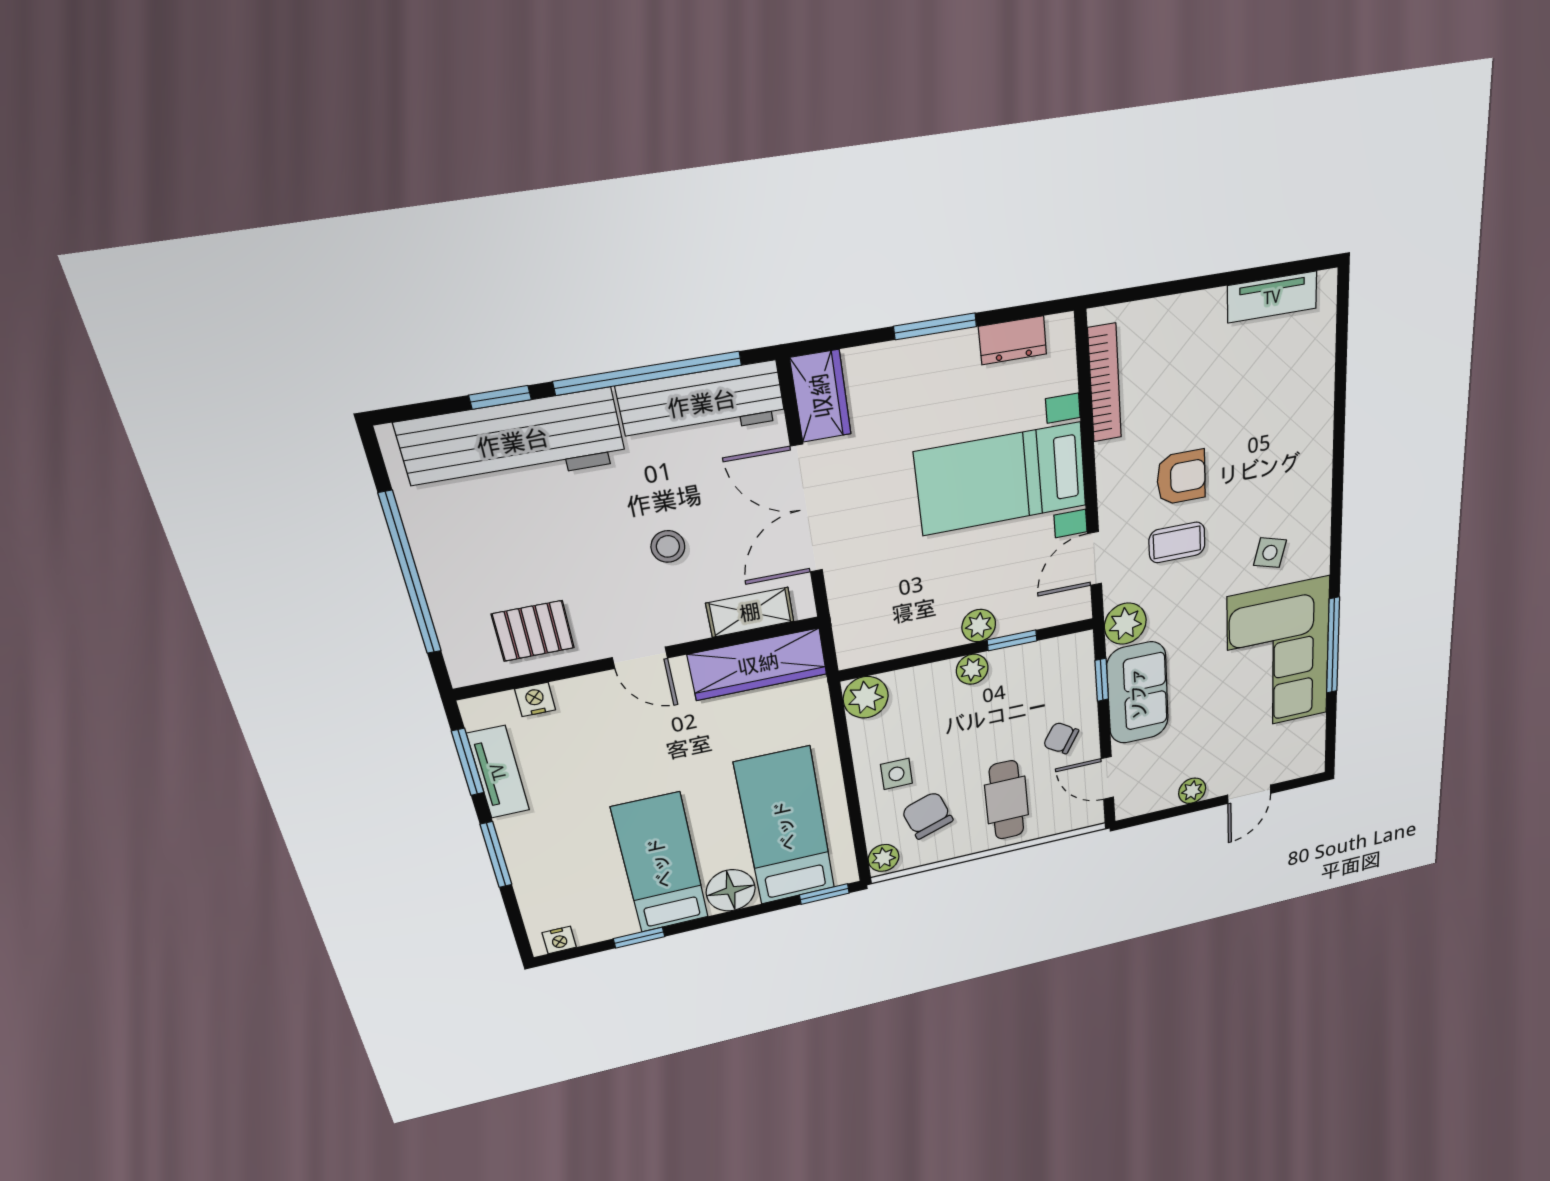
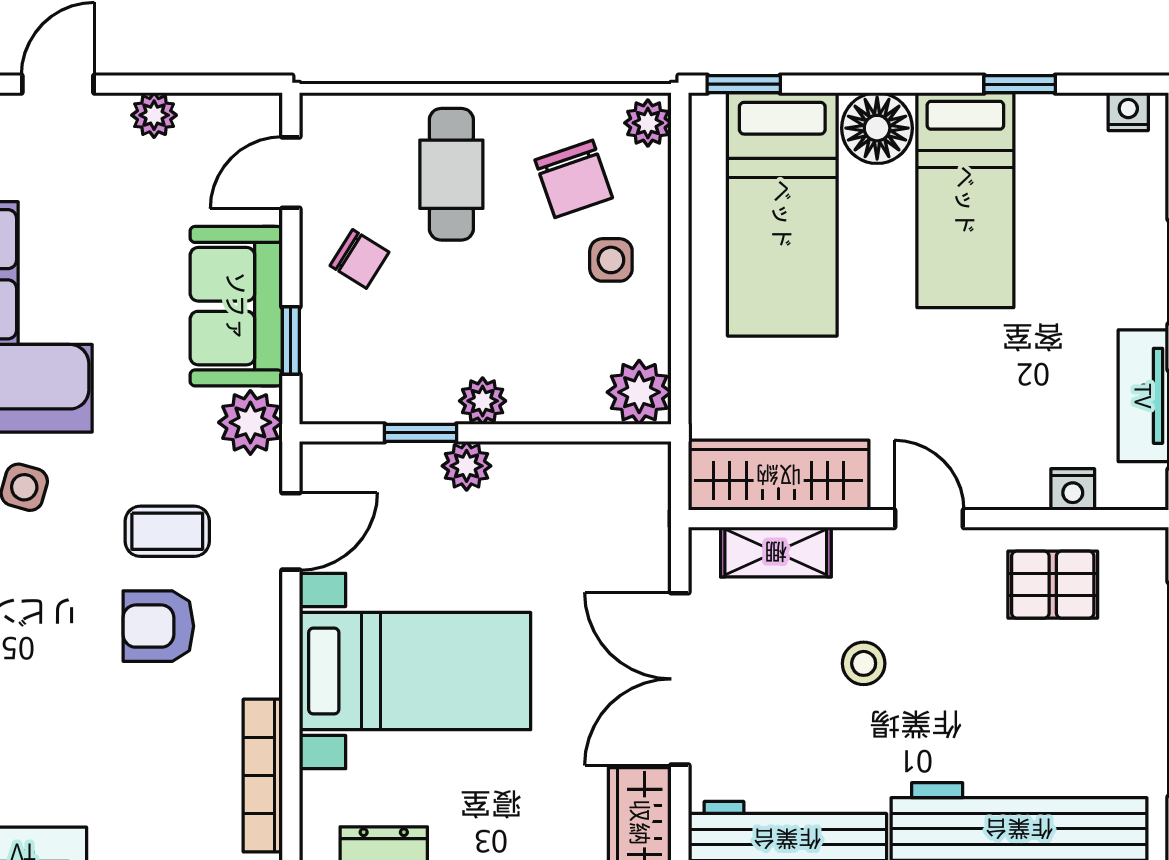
double door: (807, 509) -> (680, 679), swing flipped
door: (1107, 778) -> (291, 173), swing flipped

